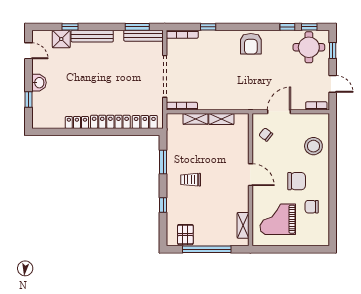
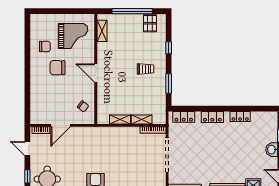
door: (279, 112) -> (61, 125), moved
locker: (110, 122) -> (212, 117), width x0.66
stool: (313, 146) -> (43, 97), removed

